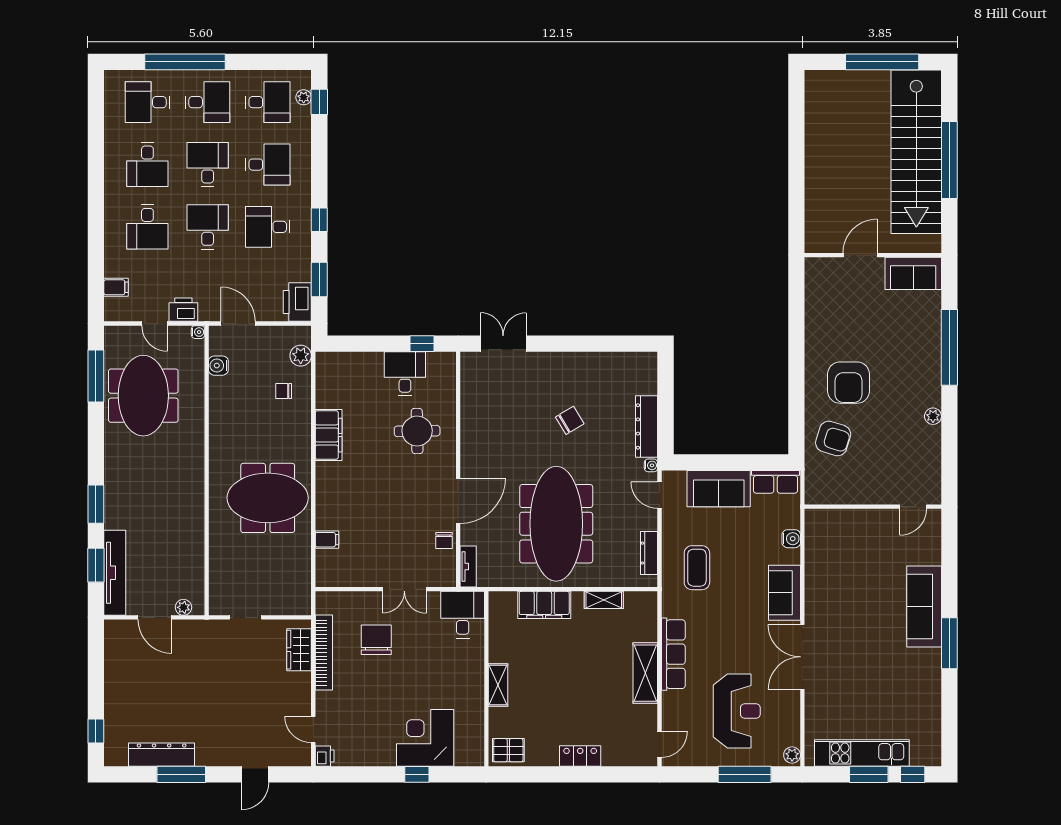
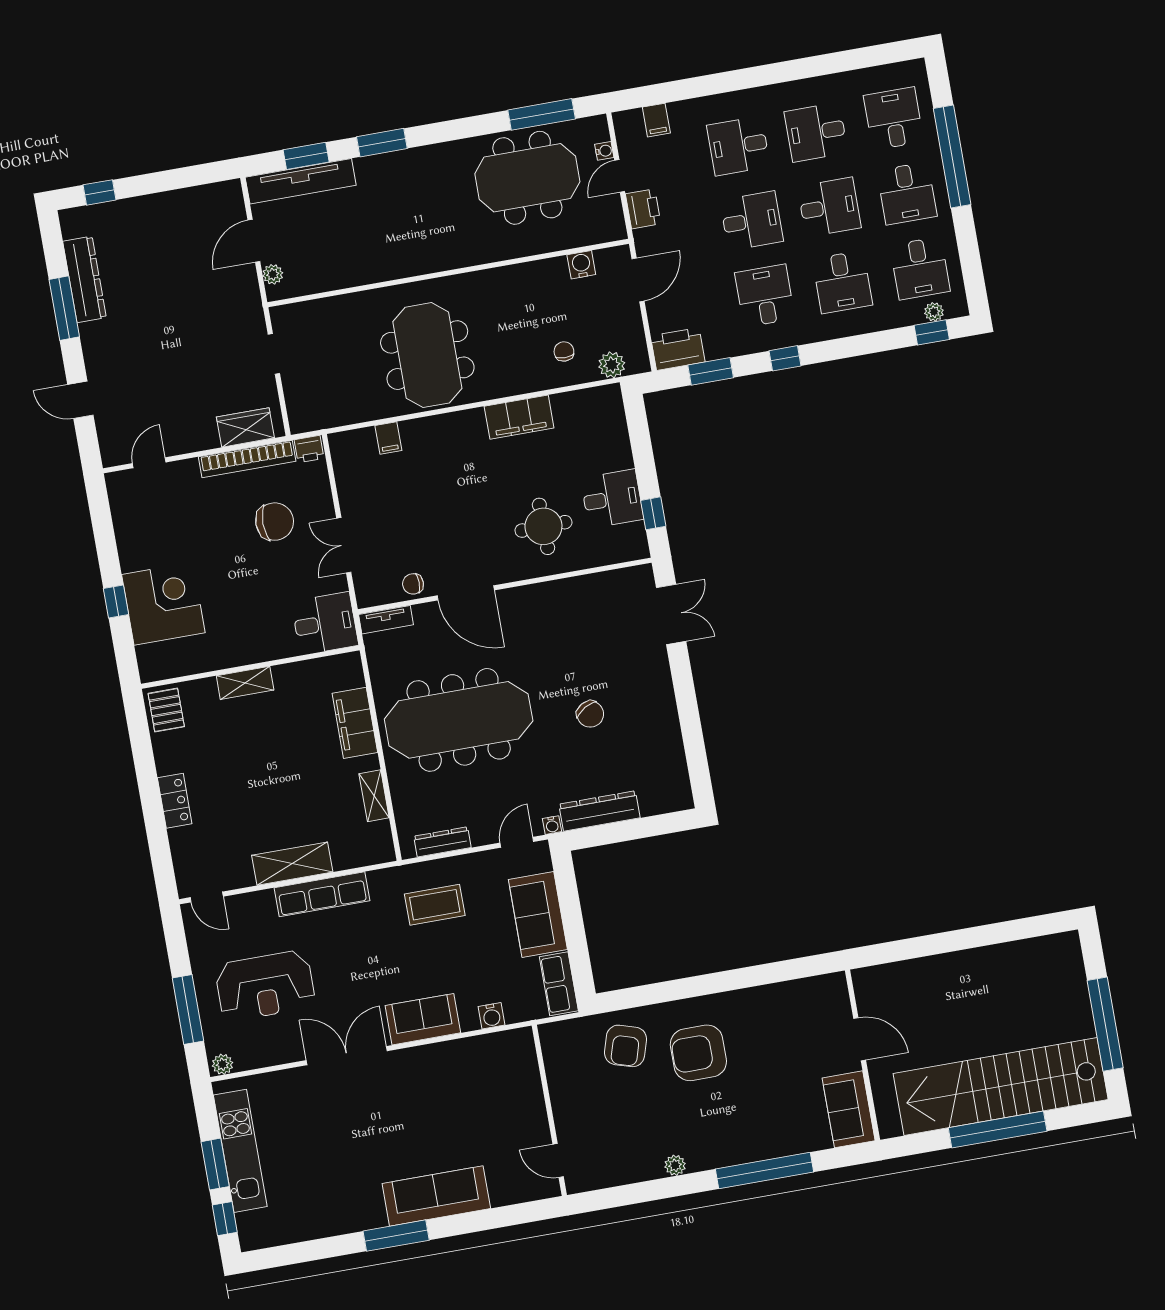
water cooler: (198, 332) -> (604, 151), moved, turned -90
printer: (325, 756) -> (309, 449), moved

